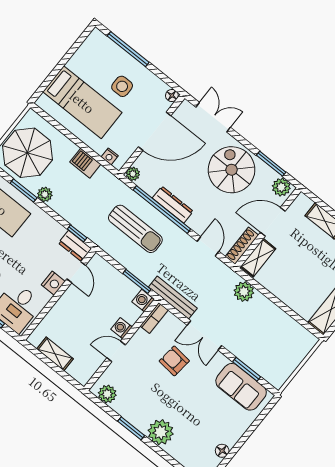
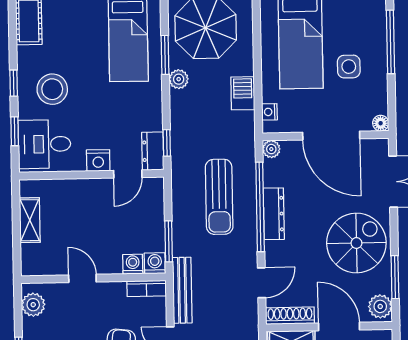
washing machine: (121, 328) -> (133, 264), moved

